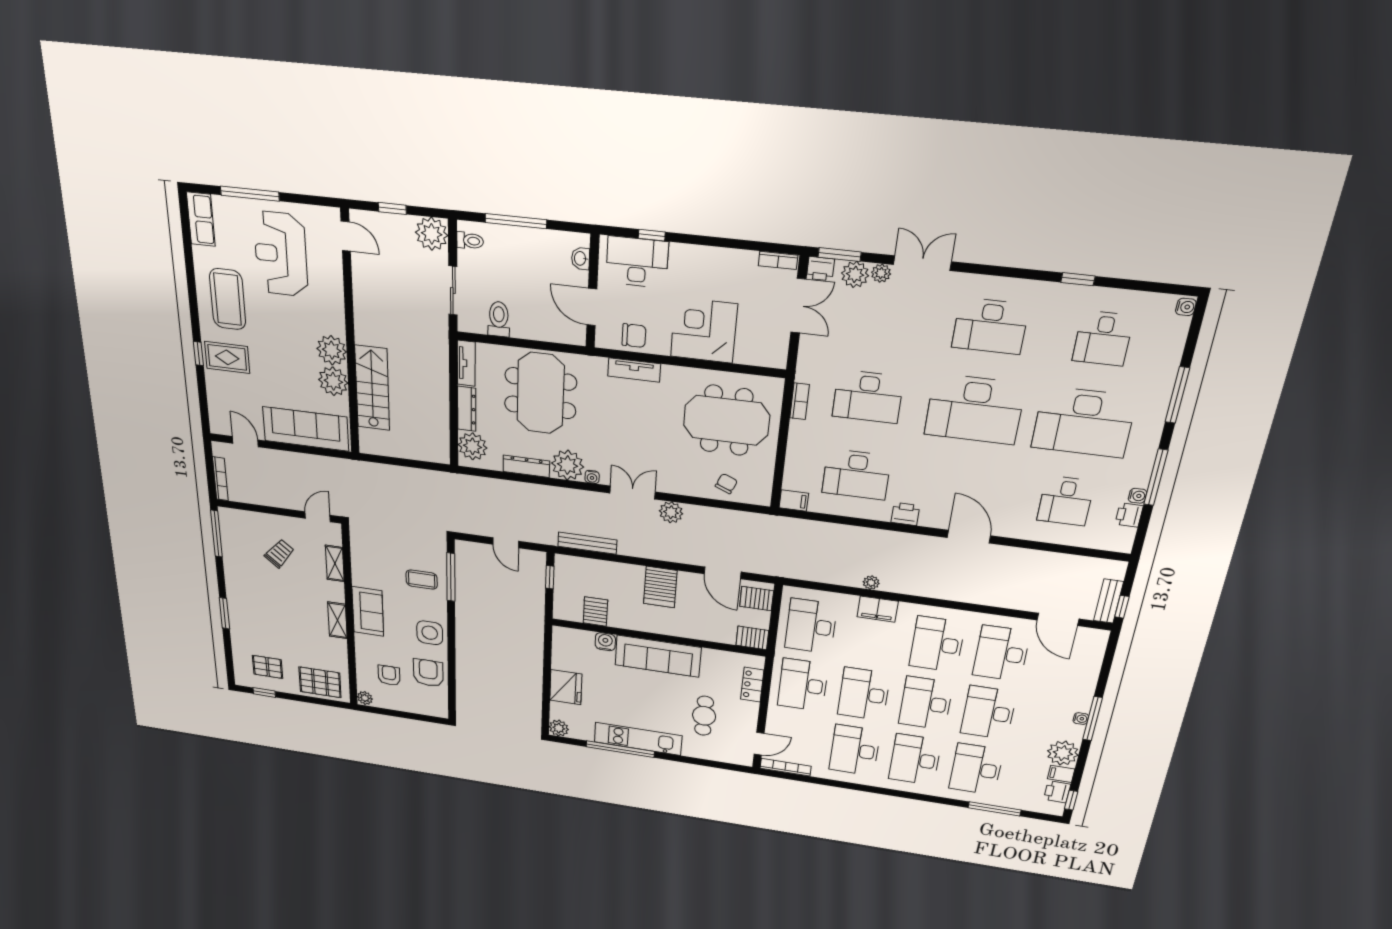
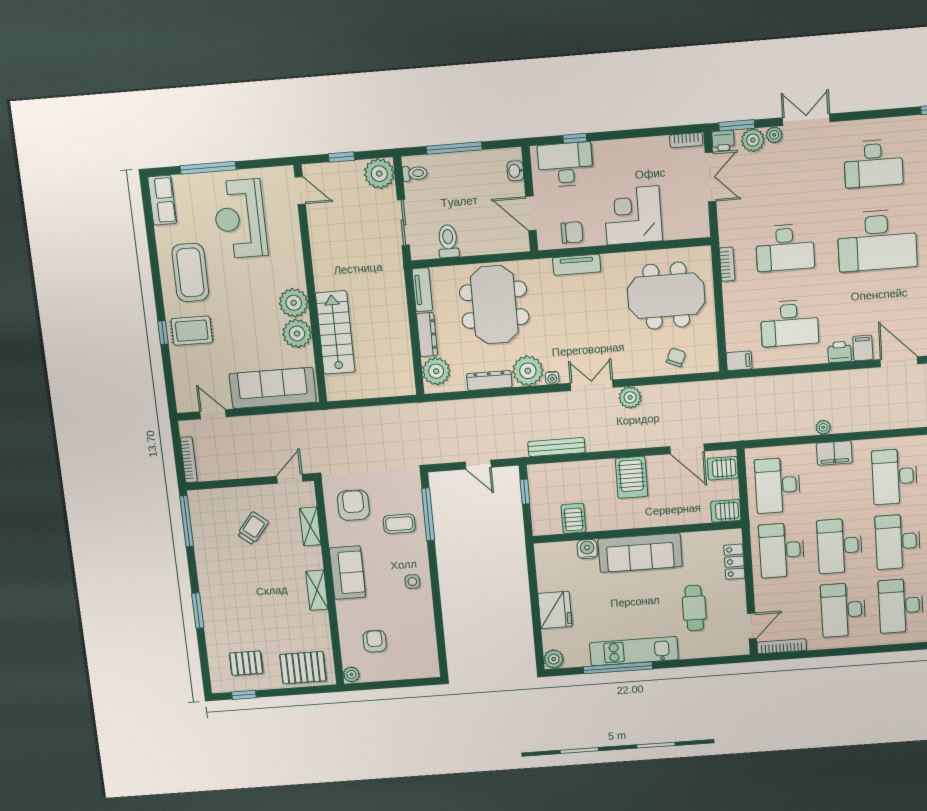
filing cabinet: (932, 515) -> (863, 348), added
side table: (430, 633) -> (412, 582), width x0.54, depth x0.54
armchair: (428, 673) -> (353, 505), moved

